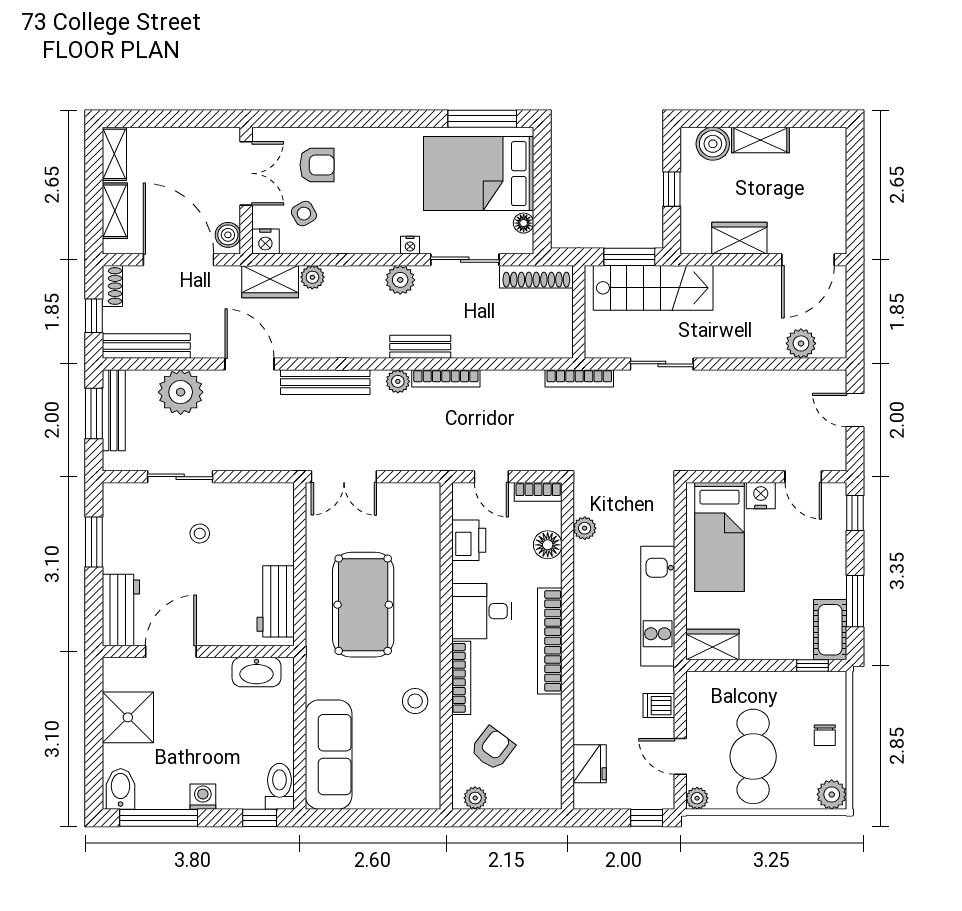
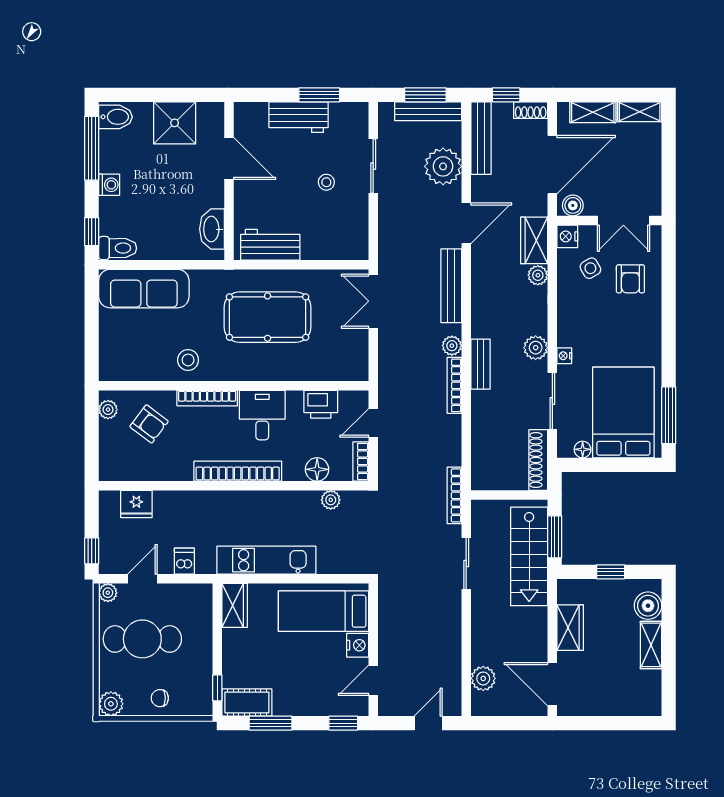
workbench: (121, 610) -> (299, 117), moved

